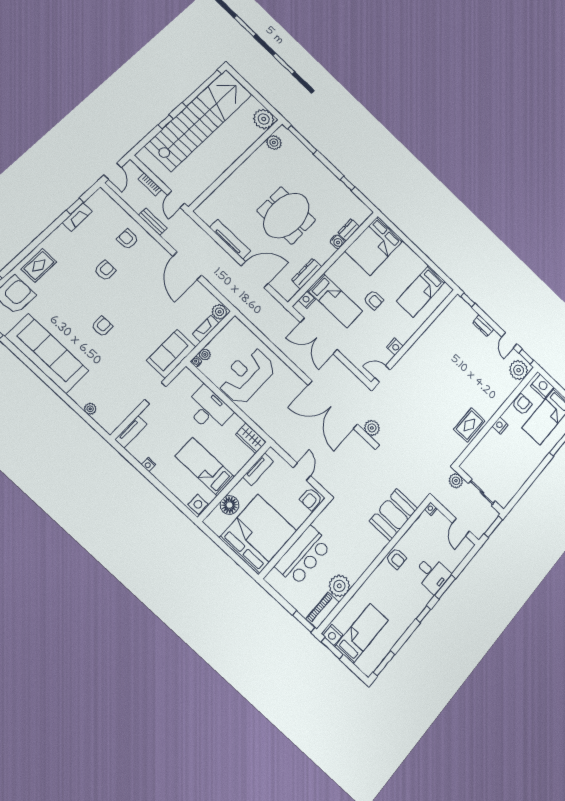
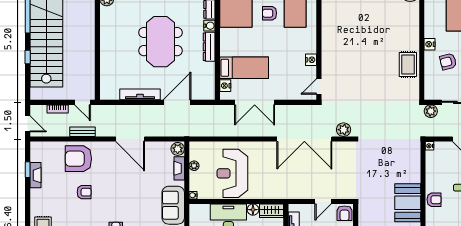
armchair: (128, 239) -> (78, 159), width x1.88, depth x1.88
armchair: (105, 270) -> (84, 192), turned 90
dresser: (306, 274) -> (209, 47), moved
armchair: (374, 300) -> (270, 13), moved, turned 180
plant: (205, 354) -> (194, 166), moved
armchair: (522, 404) -> (448, 62), moved, turned -104
floor lamp: (236, 422) -> (253, 210), added
door: (302, 472) -> (323, 201), swing flipped
booth: (394, 515) -> (408, 203), moved

